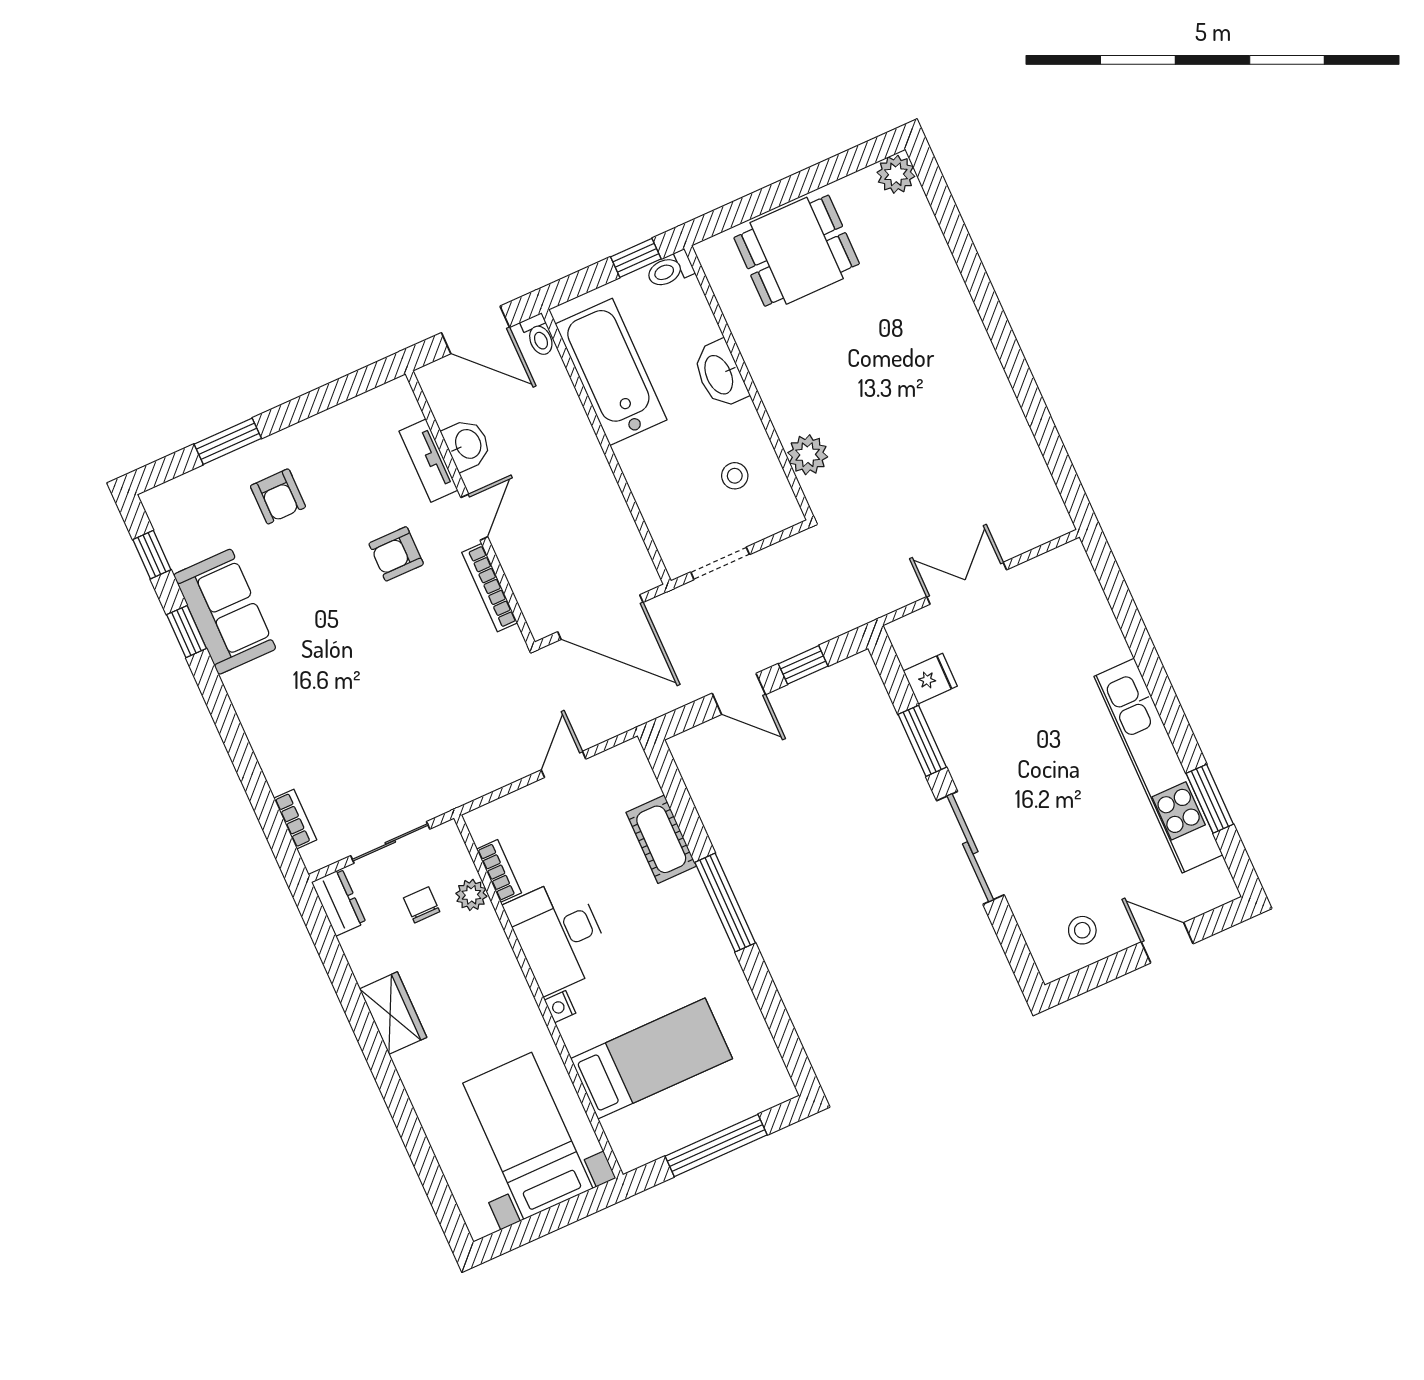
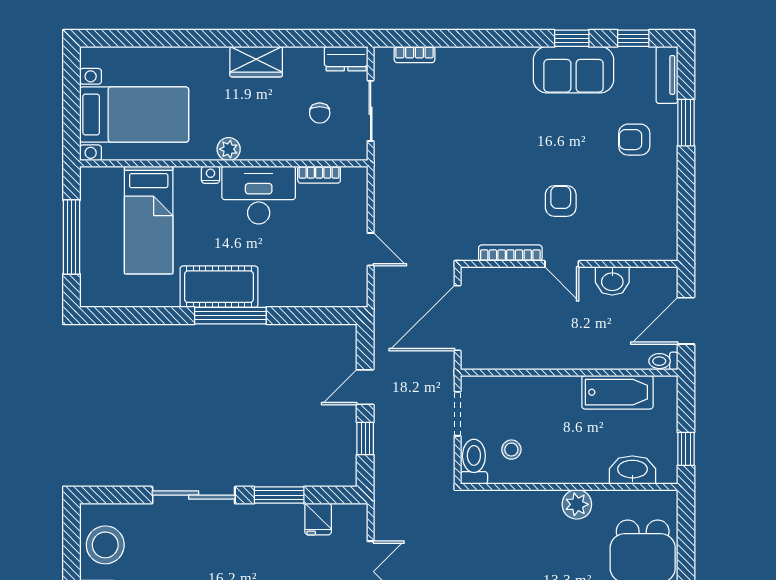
toilet: (670, 270) -> (474, 462), moved, width x1.37, depth x1.39
bathtub: (611, 372) -> (617, 392), width x0.73, depth x0.73
washbasin: (720, 374) -> (632, 470), moved
plant: (808, 455) -> (577, 504), moved
tv unit: (428, 461) -> (667, 75), moved, turned -90
cot: (661, 839) -> (219, 287), moved, width x1.37, depth x1.34
plant: (471, 895) -> (229, 149), moved
chair: (422, 905) -> (320, 113), turned 90
stool: (1082, 930) -> (105, 545), width x1.89, depth x1.89

